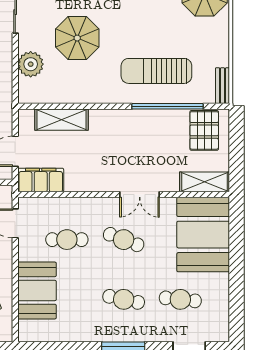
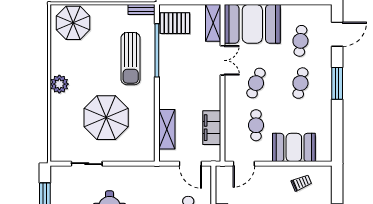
parasol: (77, 38) -> (106, 118), width x1.36, depth x1.36
plant: (31, 64) -> (126, 152), removed
filing cabinet: (41, 180) -> (212, 128), moved
double door: (140, 195) -> (222, 60), moved

